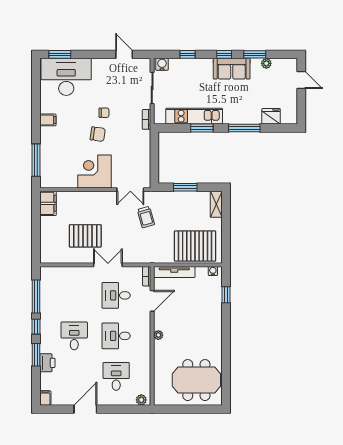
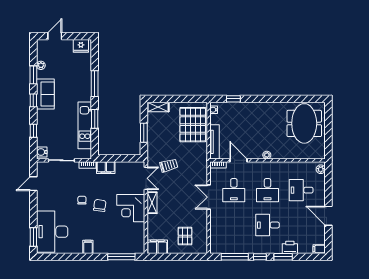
fridge: (271, 116) -> (81, 46), moved, turned -90
filing cabinet: (143, 141) -> (106, 168), added
shelving: (101, 197) -> (152, 203), added
pallet: (85, 236) -> (185, 236), moved, width x0.67, depth x0.71

